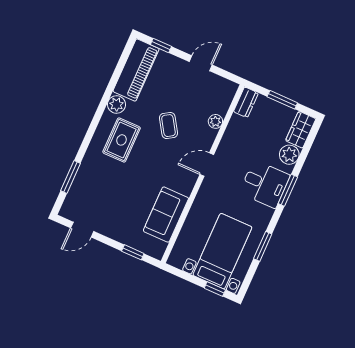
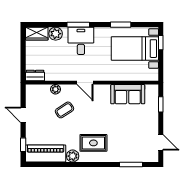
window: (282, 100) -> (23, 53), removed
coffee table: (169, 126) -> (64, 110), moved

